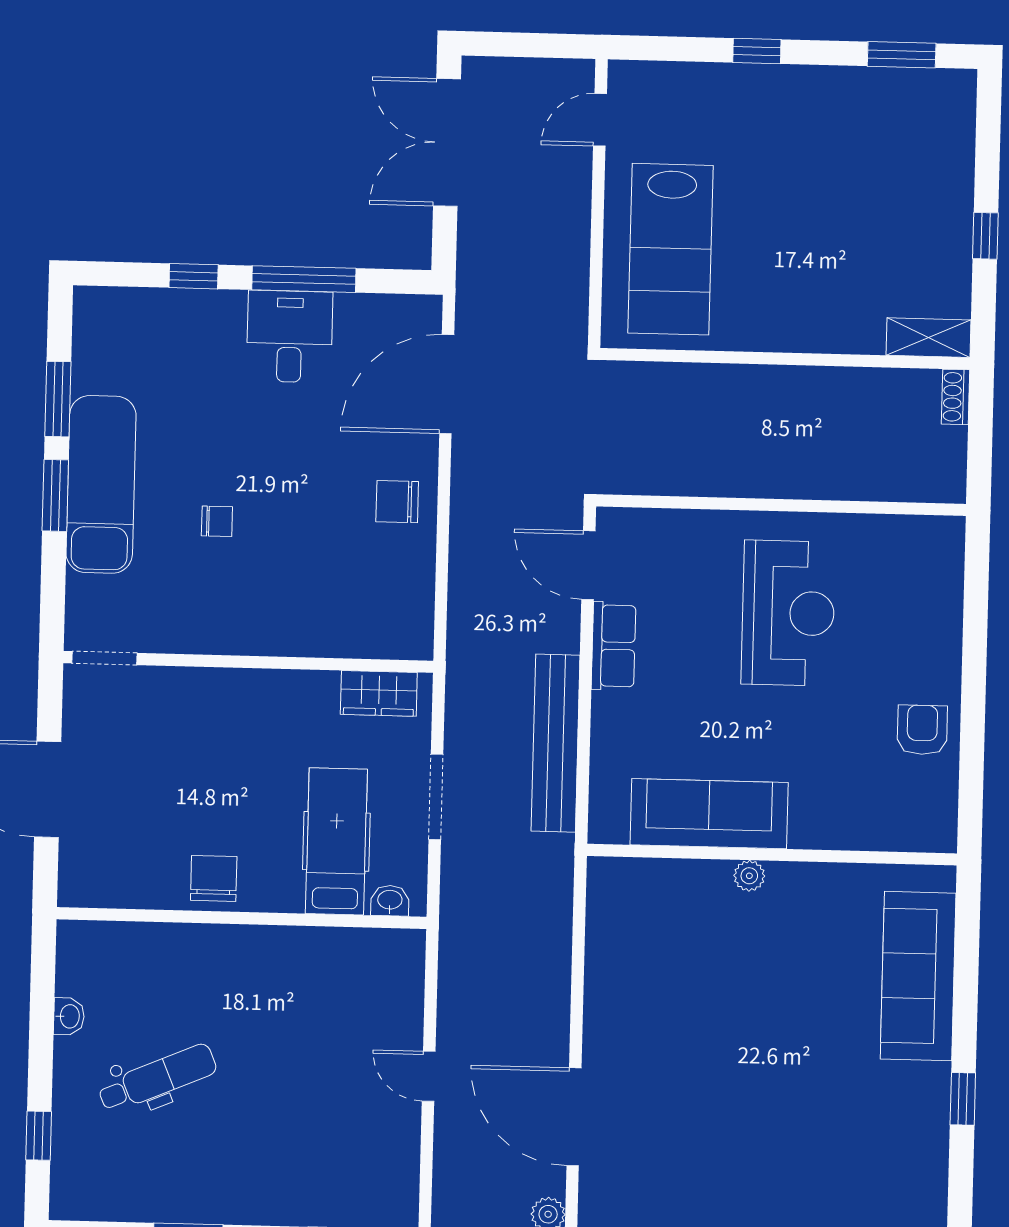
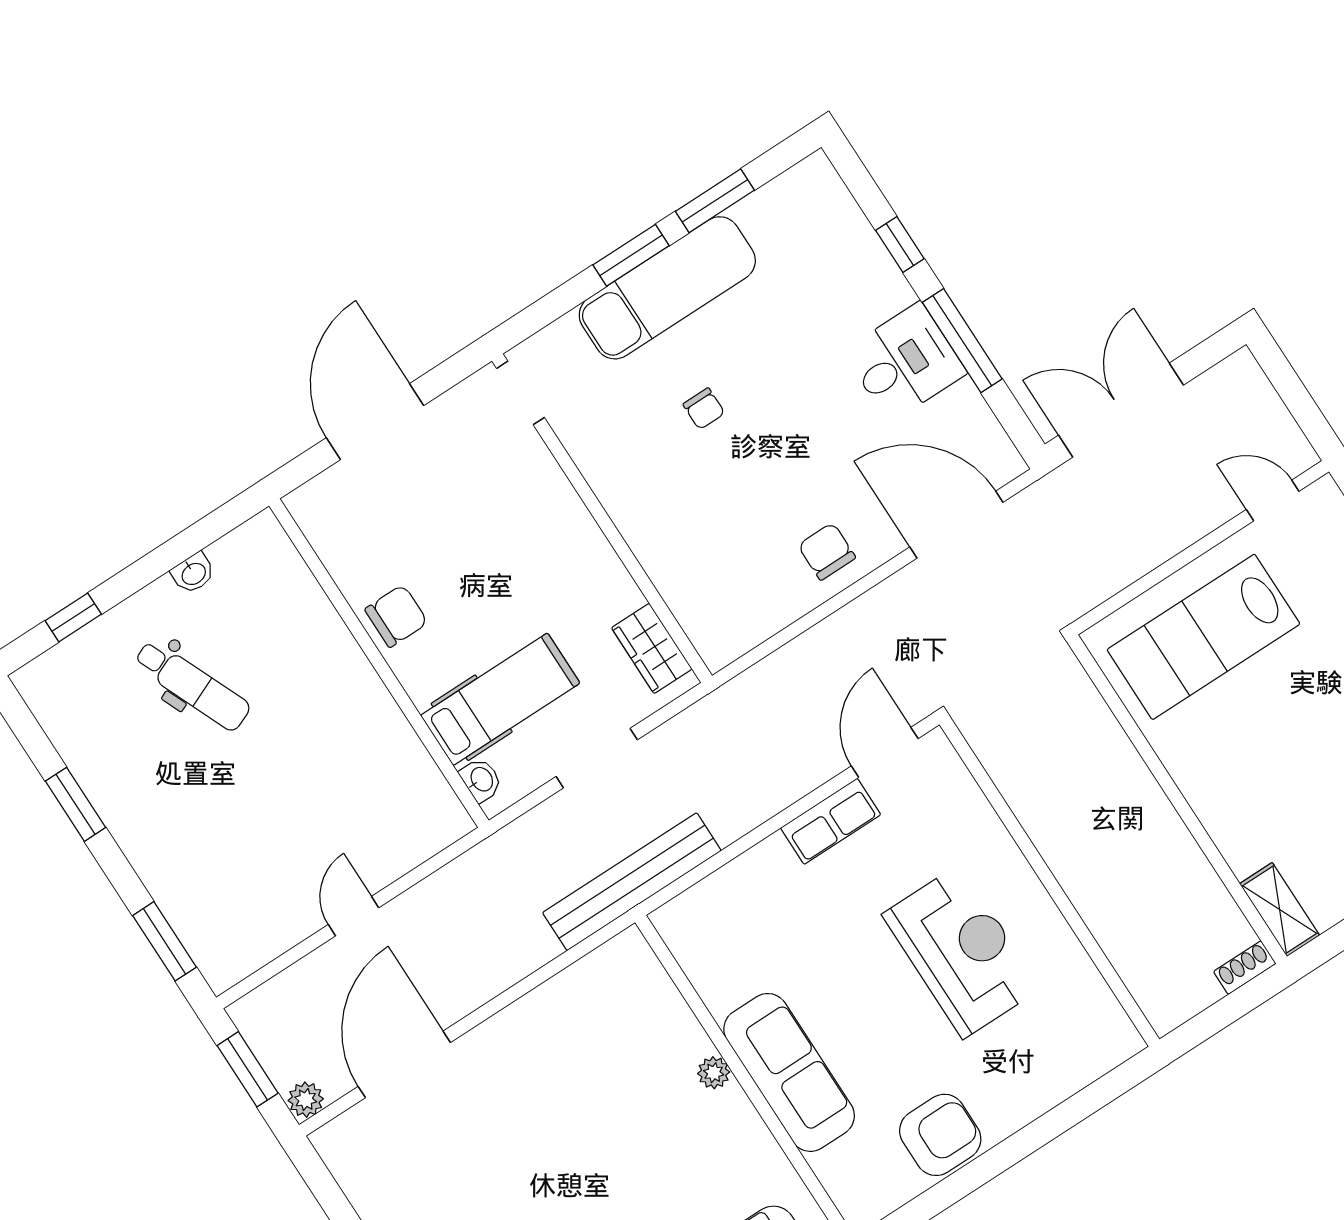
double door: (447, 142) -> (1121, 410), moved
reception desk: (788, 613) -> (961, 952), turned -90
armchair: (922, 730) -> (940, 1135), width x1.38, depth x1.38
bench: (556, 743) -> (632, 882), moved
sofa: (709, 814) -> (789, 1072), moved

